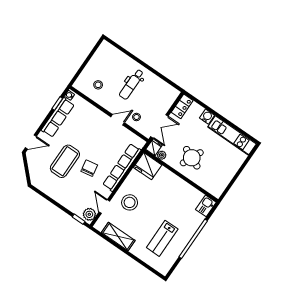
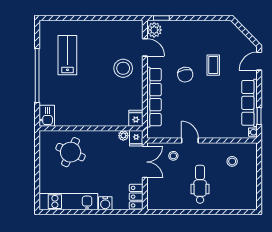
door: (118, 120) -> (190, 140), swing flipped
double door: (159, 126) -> (145, 162), swing flipped
round table: (192, 158) -> (71, 152), moved
coffee table: (65, 161) -> (213, 65), width x0.54, depth x0.58
fridge: (148, 166) -> (136, 118), width x0.53, depth x0.75
shelving: (118, 237) -> (111, 28), removed

